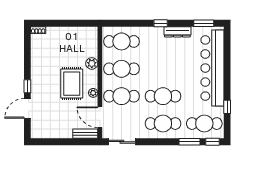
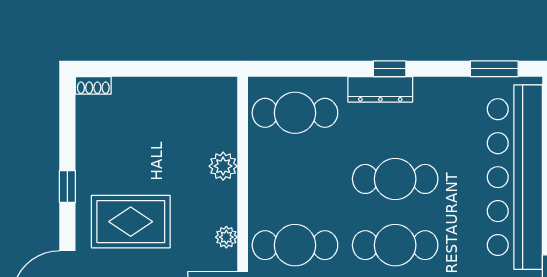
dresser: (177, 32) -> (380, 89), moved
cafe table: (121, 69) -> (395, 179), moved
rug: (72, 84) -> (131, 222), moved, turned 90
window: (27, 86) -> (67, 186), moved

